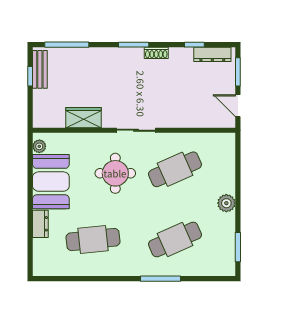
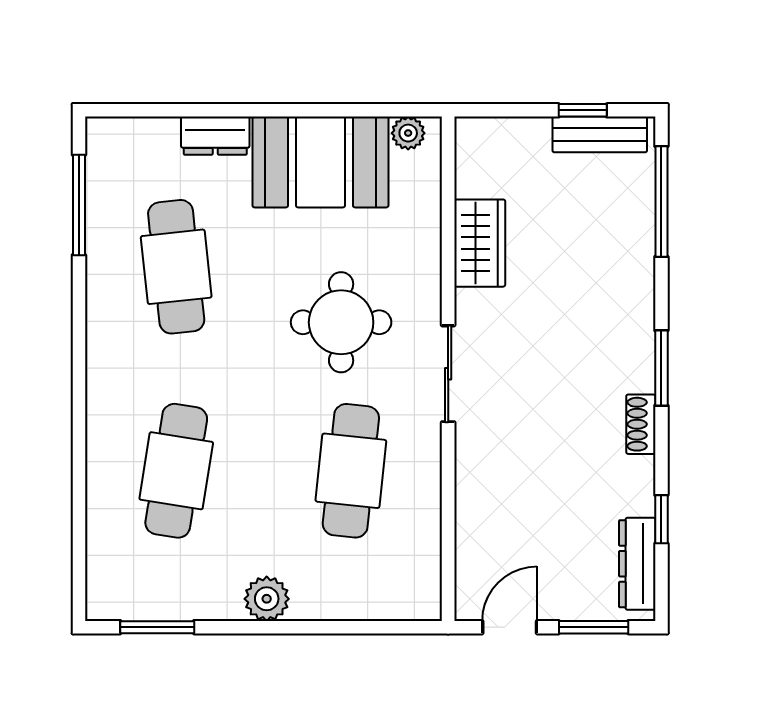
cafe table: (175, 169) -> (351, 471), turned 30
cafe table: (175, 240) -> (176, 471), turned 33
window: (160, 279) -> (79, 205), moved

